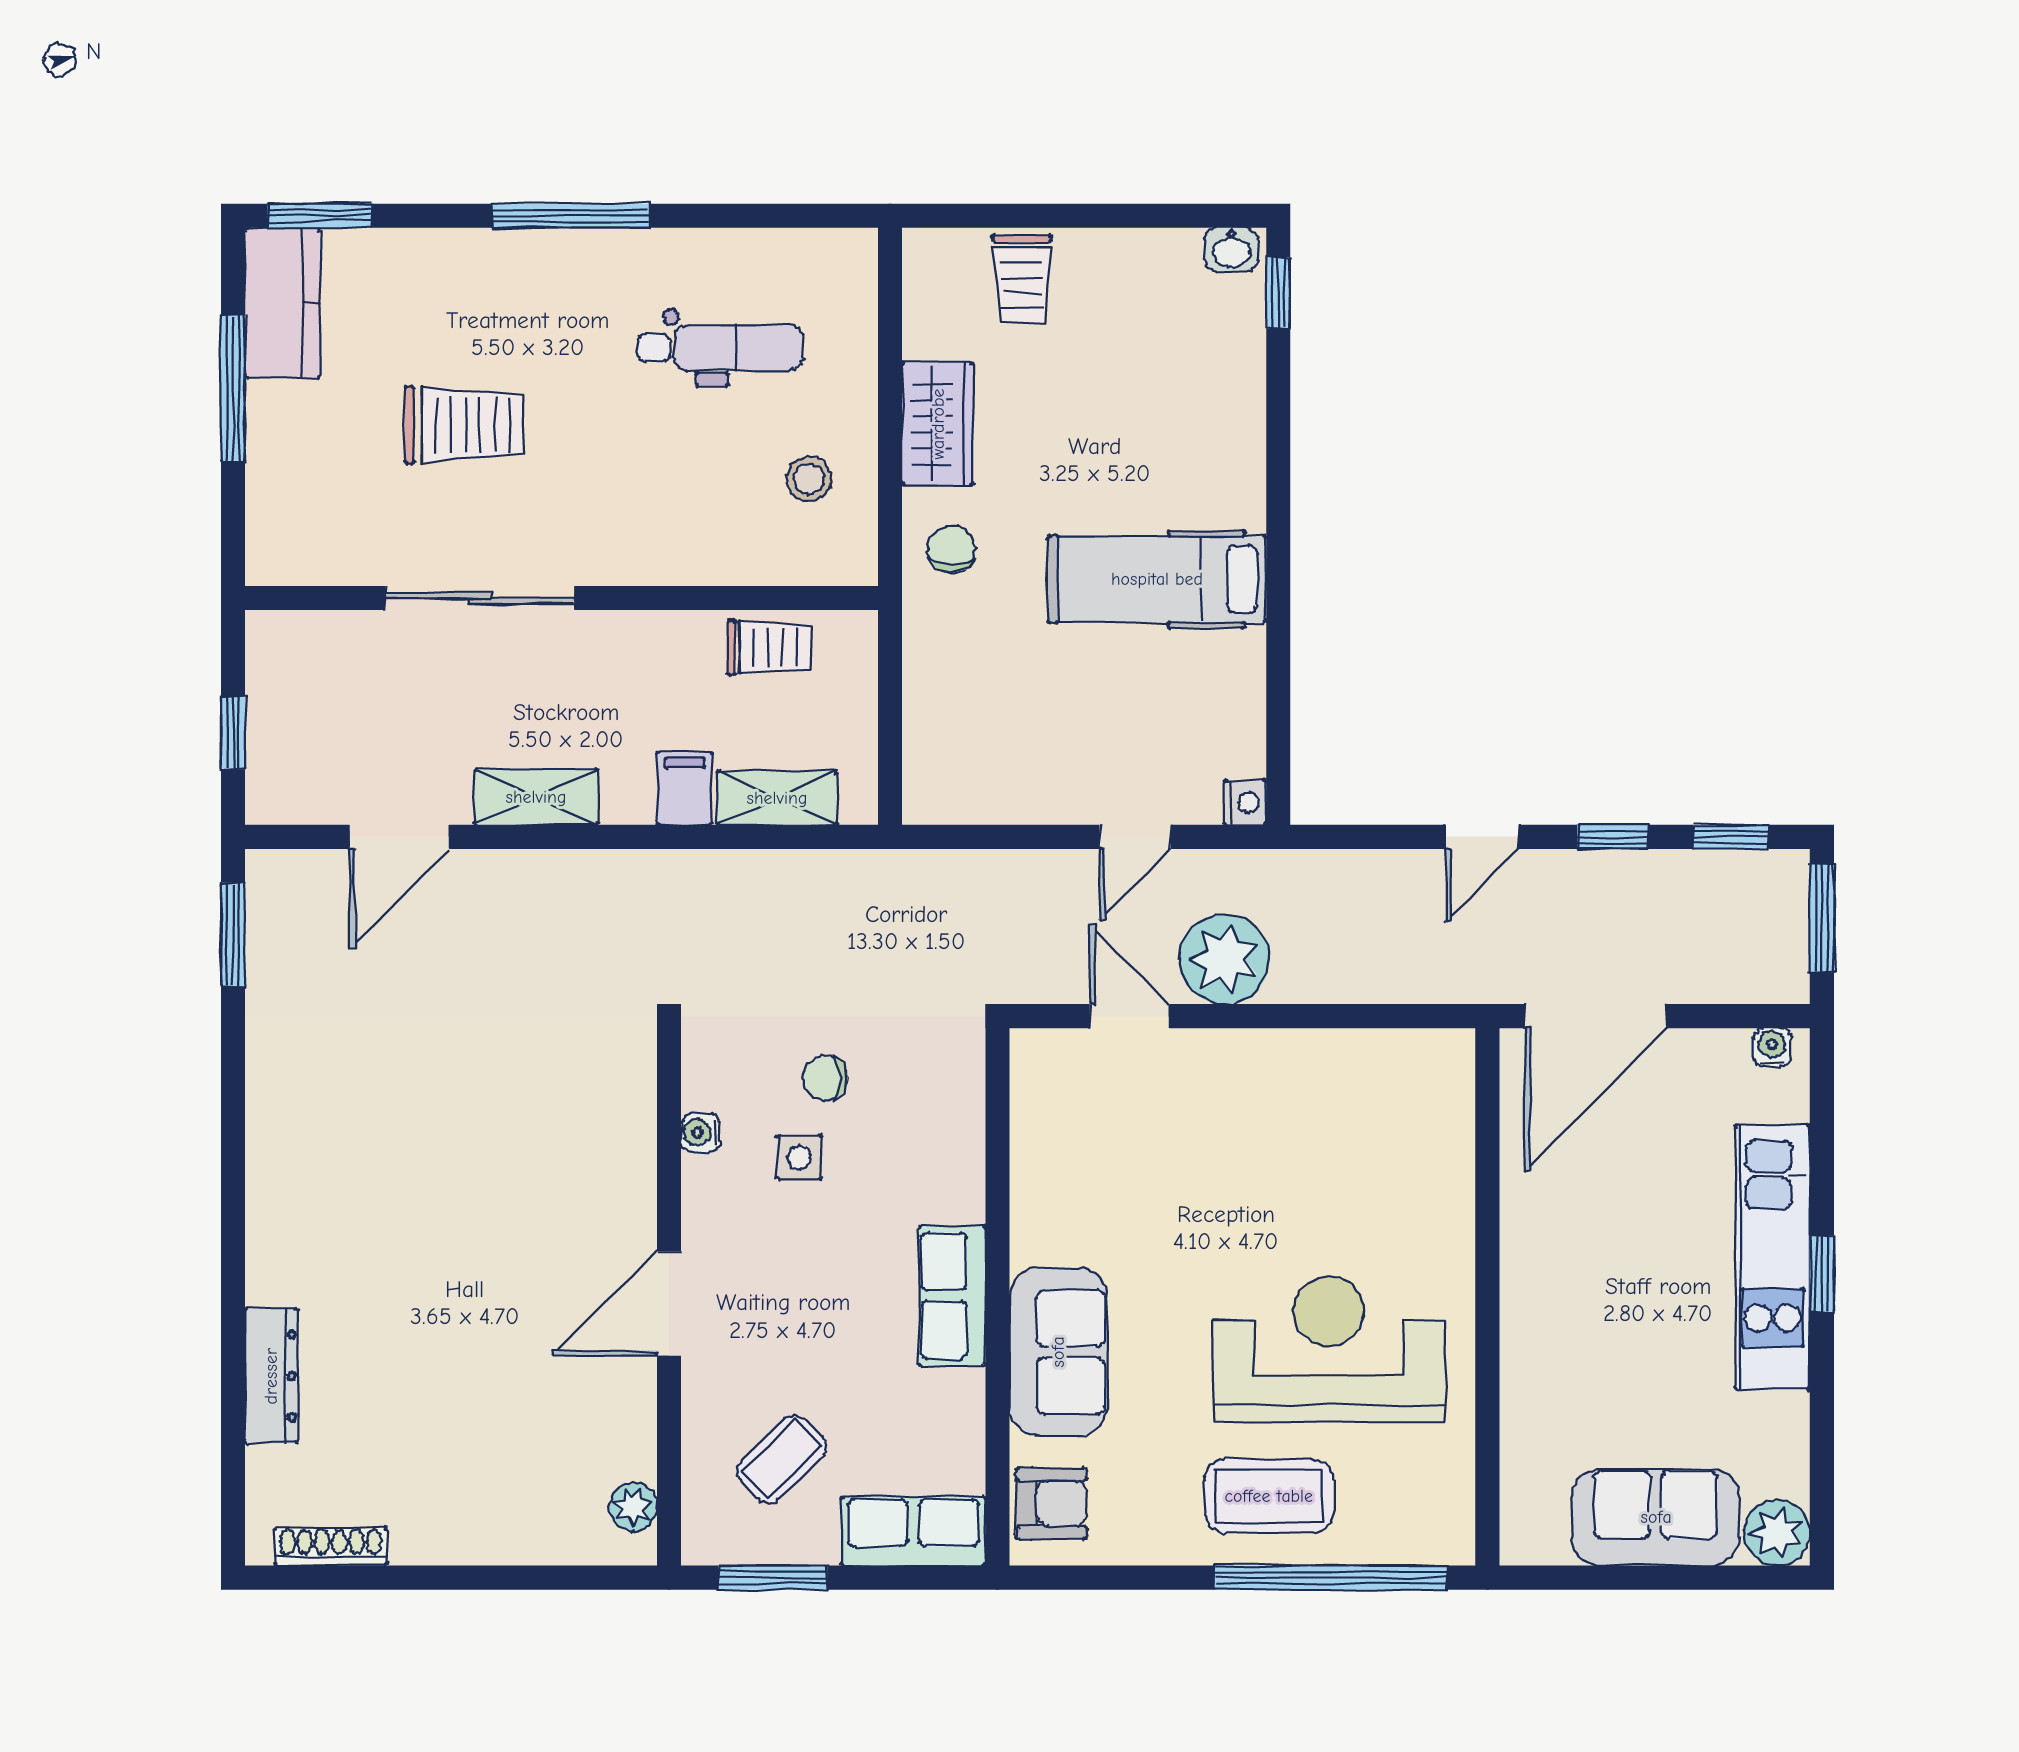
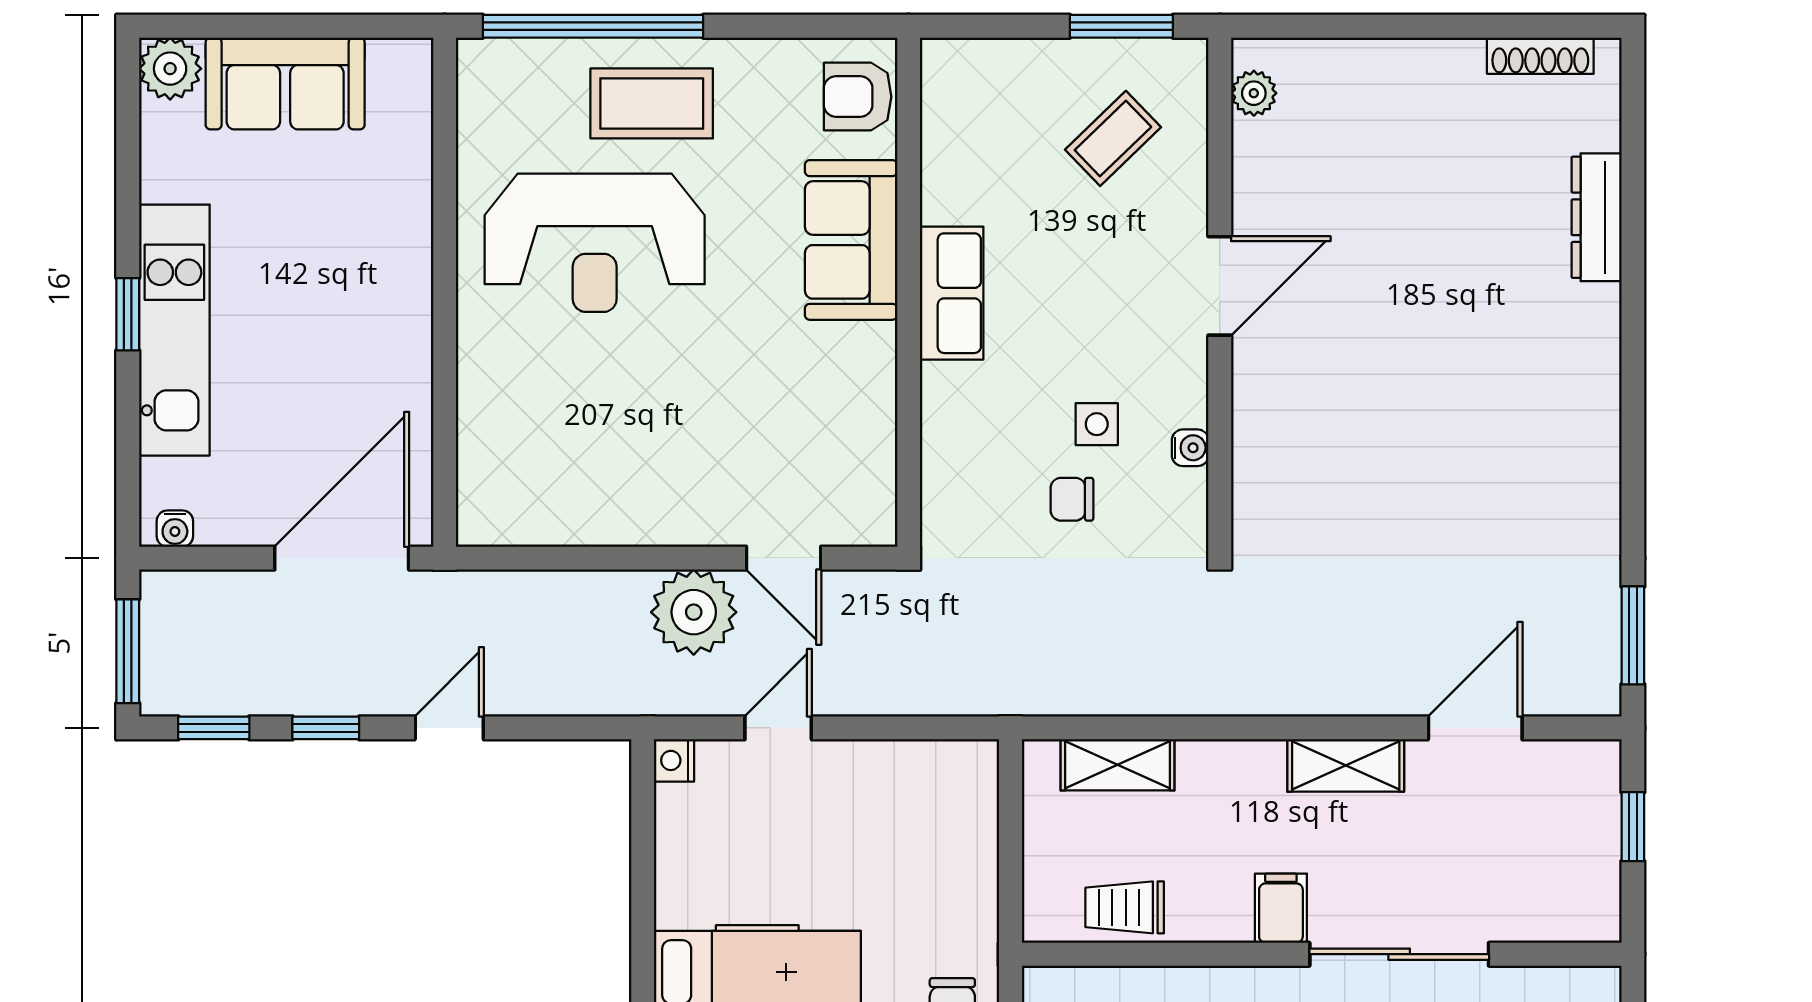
filing cabinet: (685, 788) -> (1281, 908), moved, turned 180
chair: (825, 1078) -> (1072, 499), turned 180
row of seats: (913, 1531) -> (988, 70), removed

